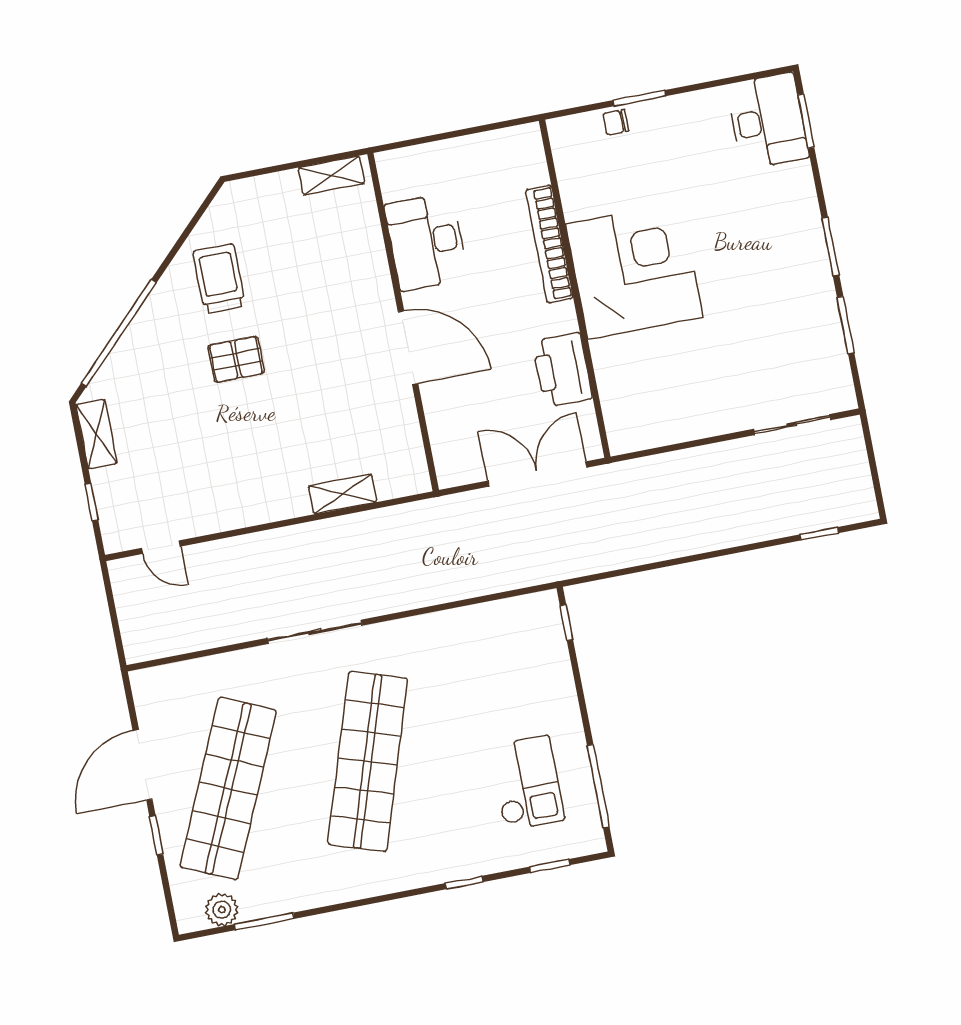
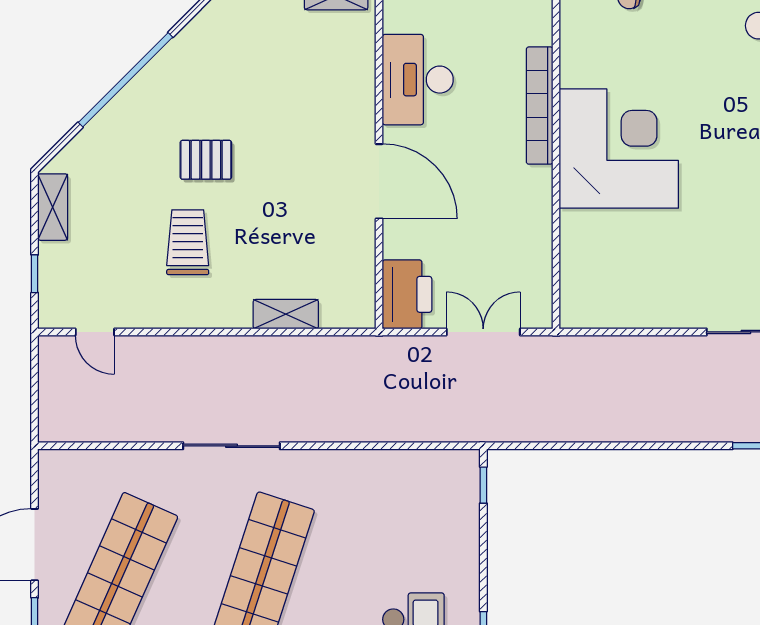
trolley: (219, 279) -> (188, 242), moved
window: (119, 333) -> (125, 80), moved
printer: (562, 370) -> (407, 294), moved, turned 180
double door: (537, 474) -> (483, 332), width x0.73

